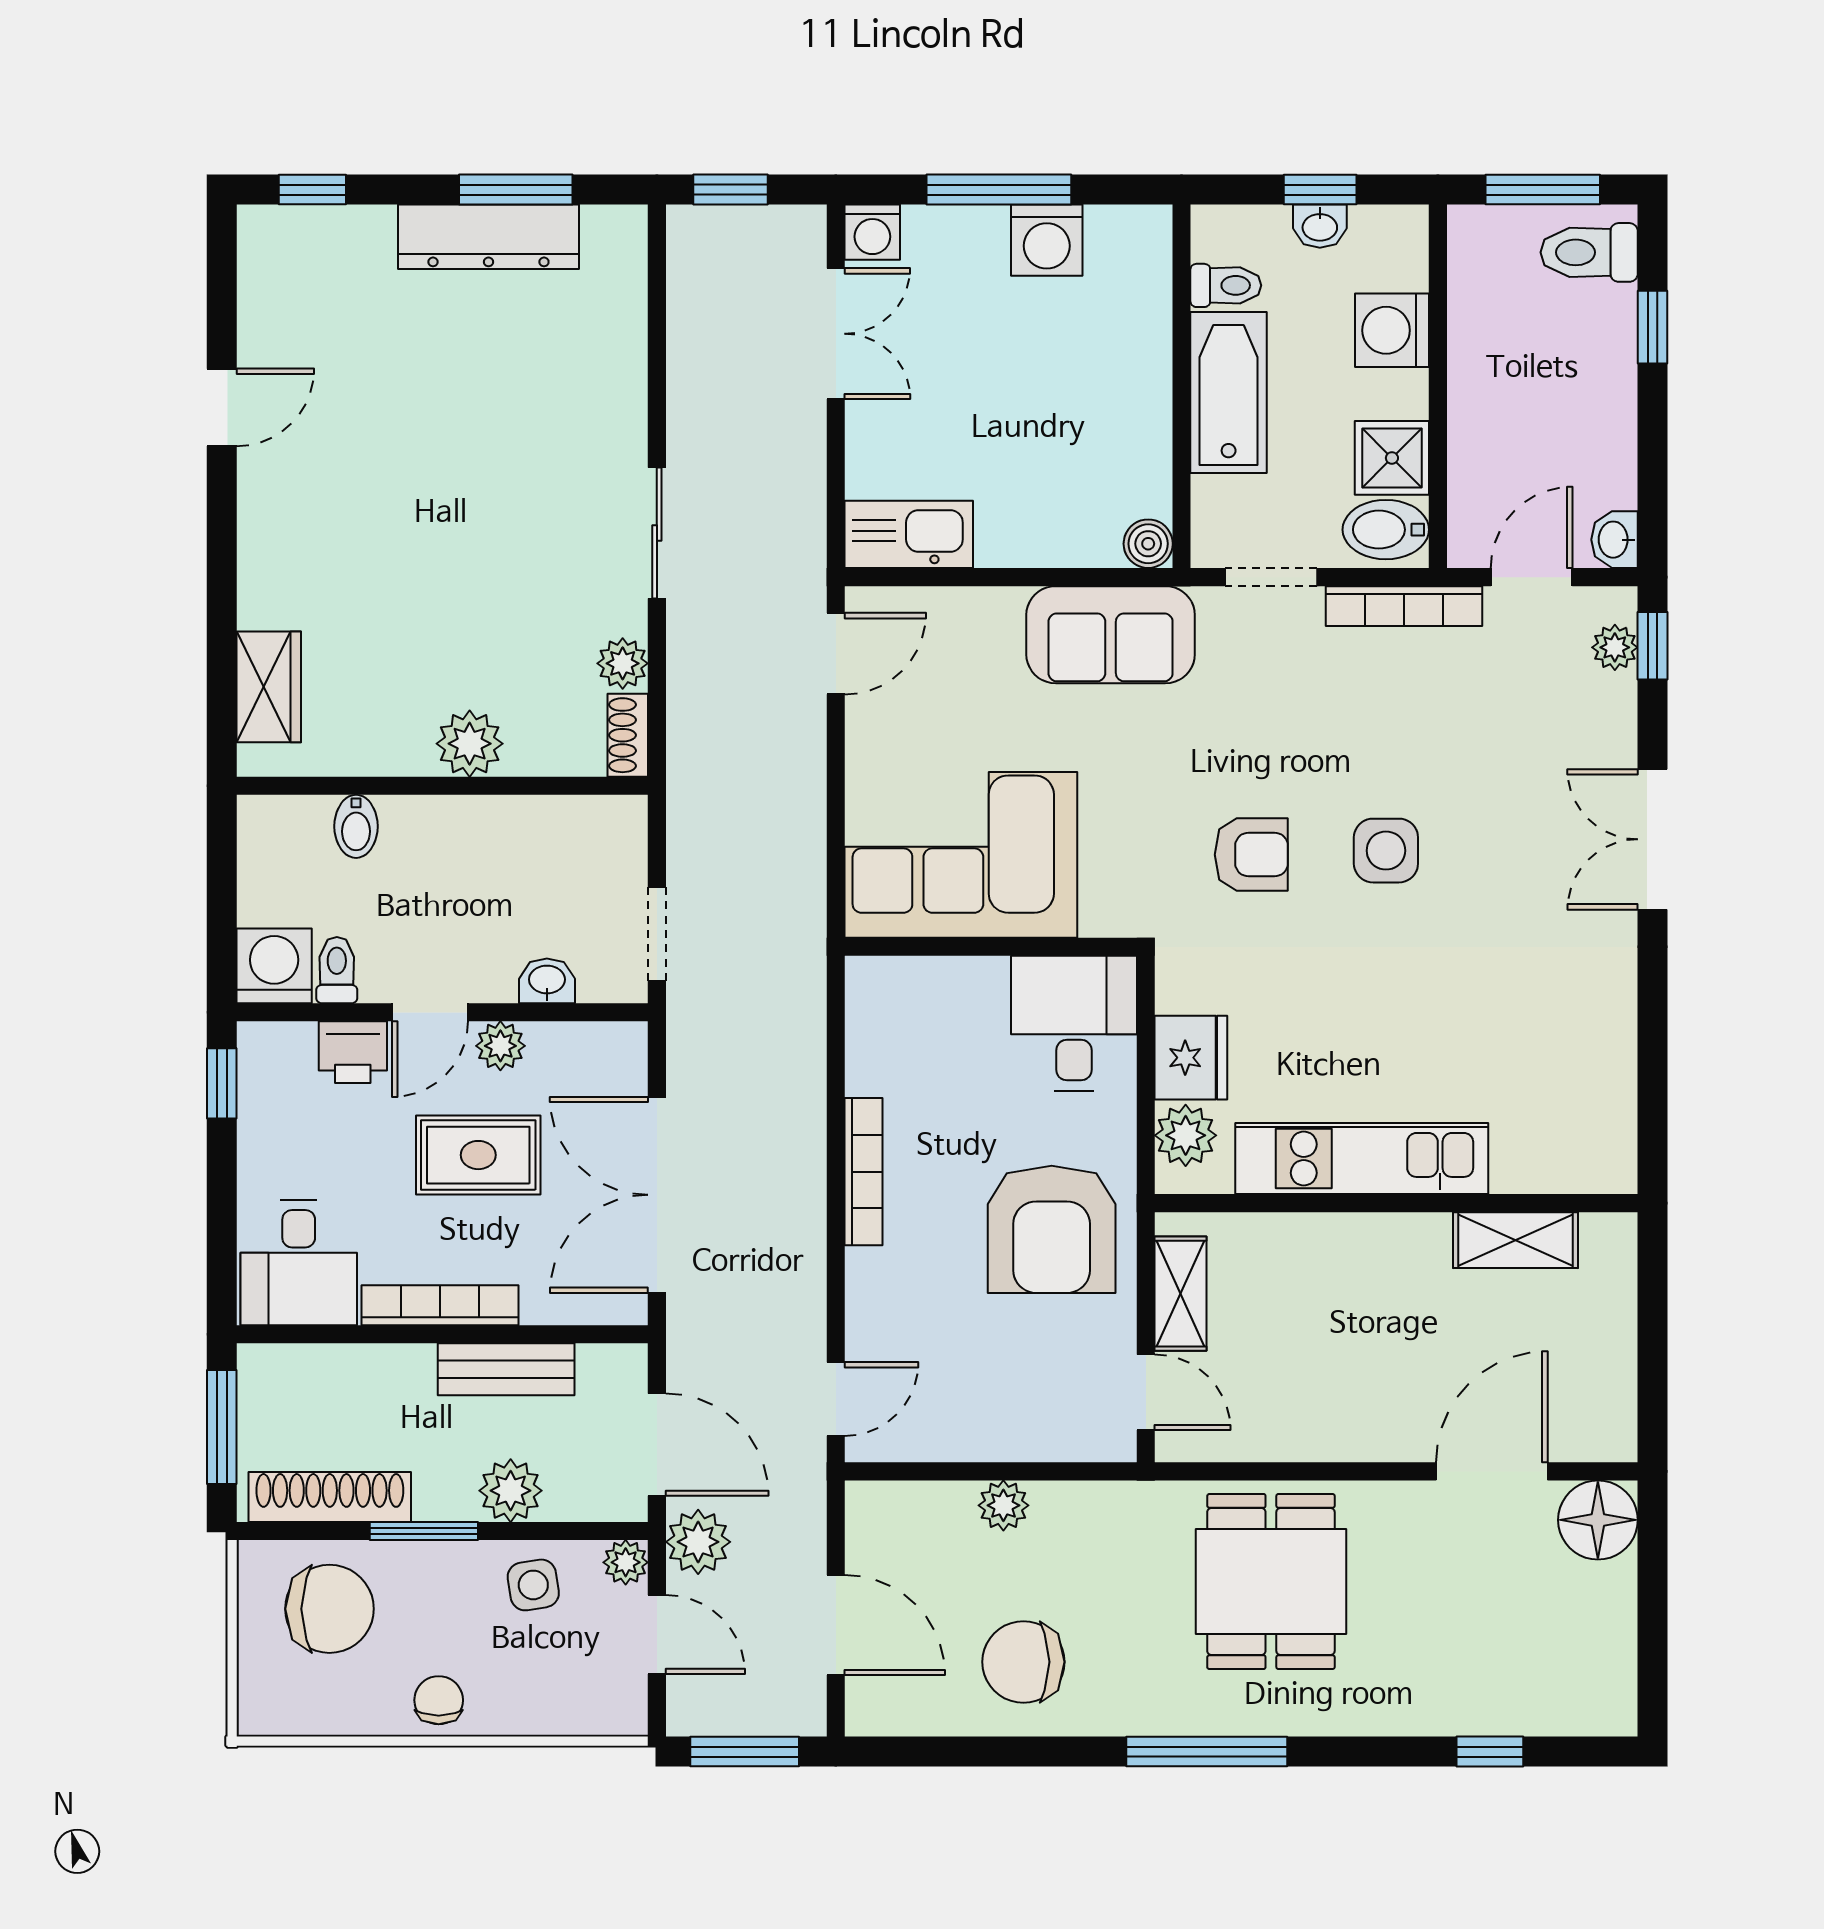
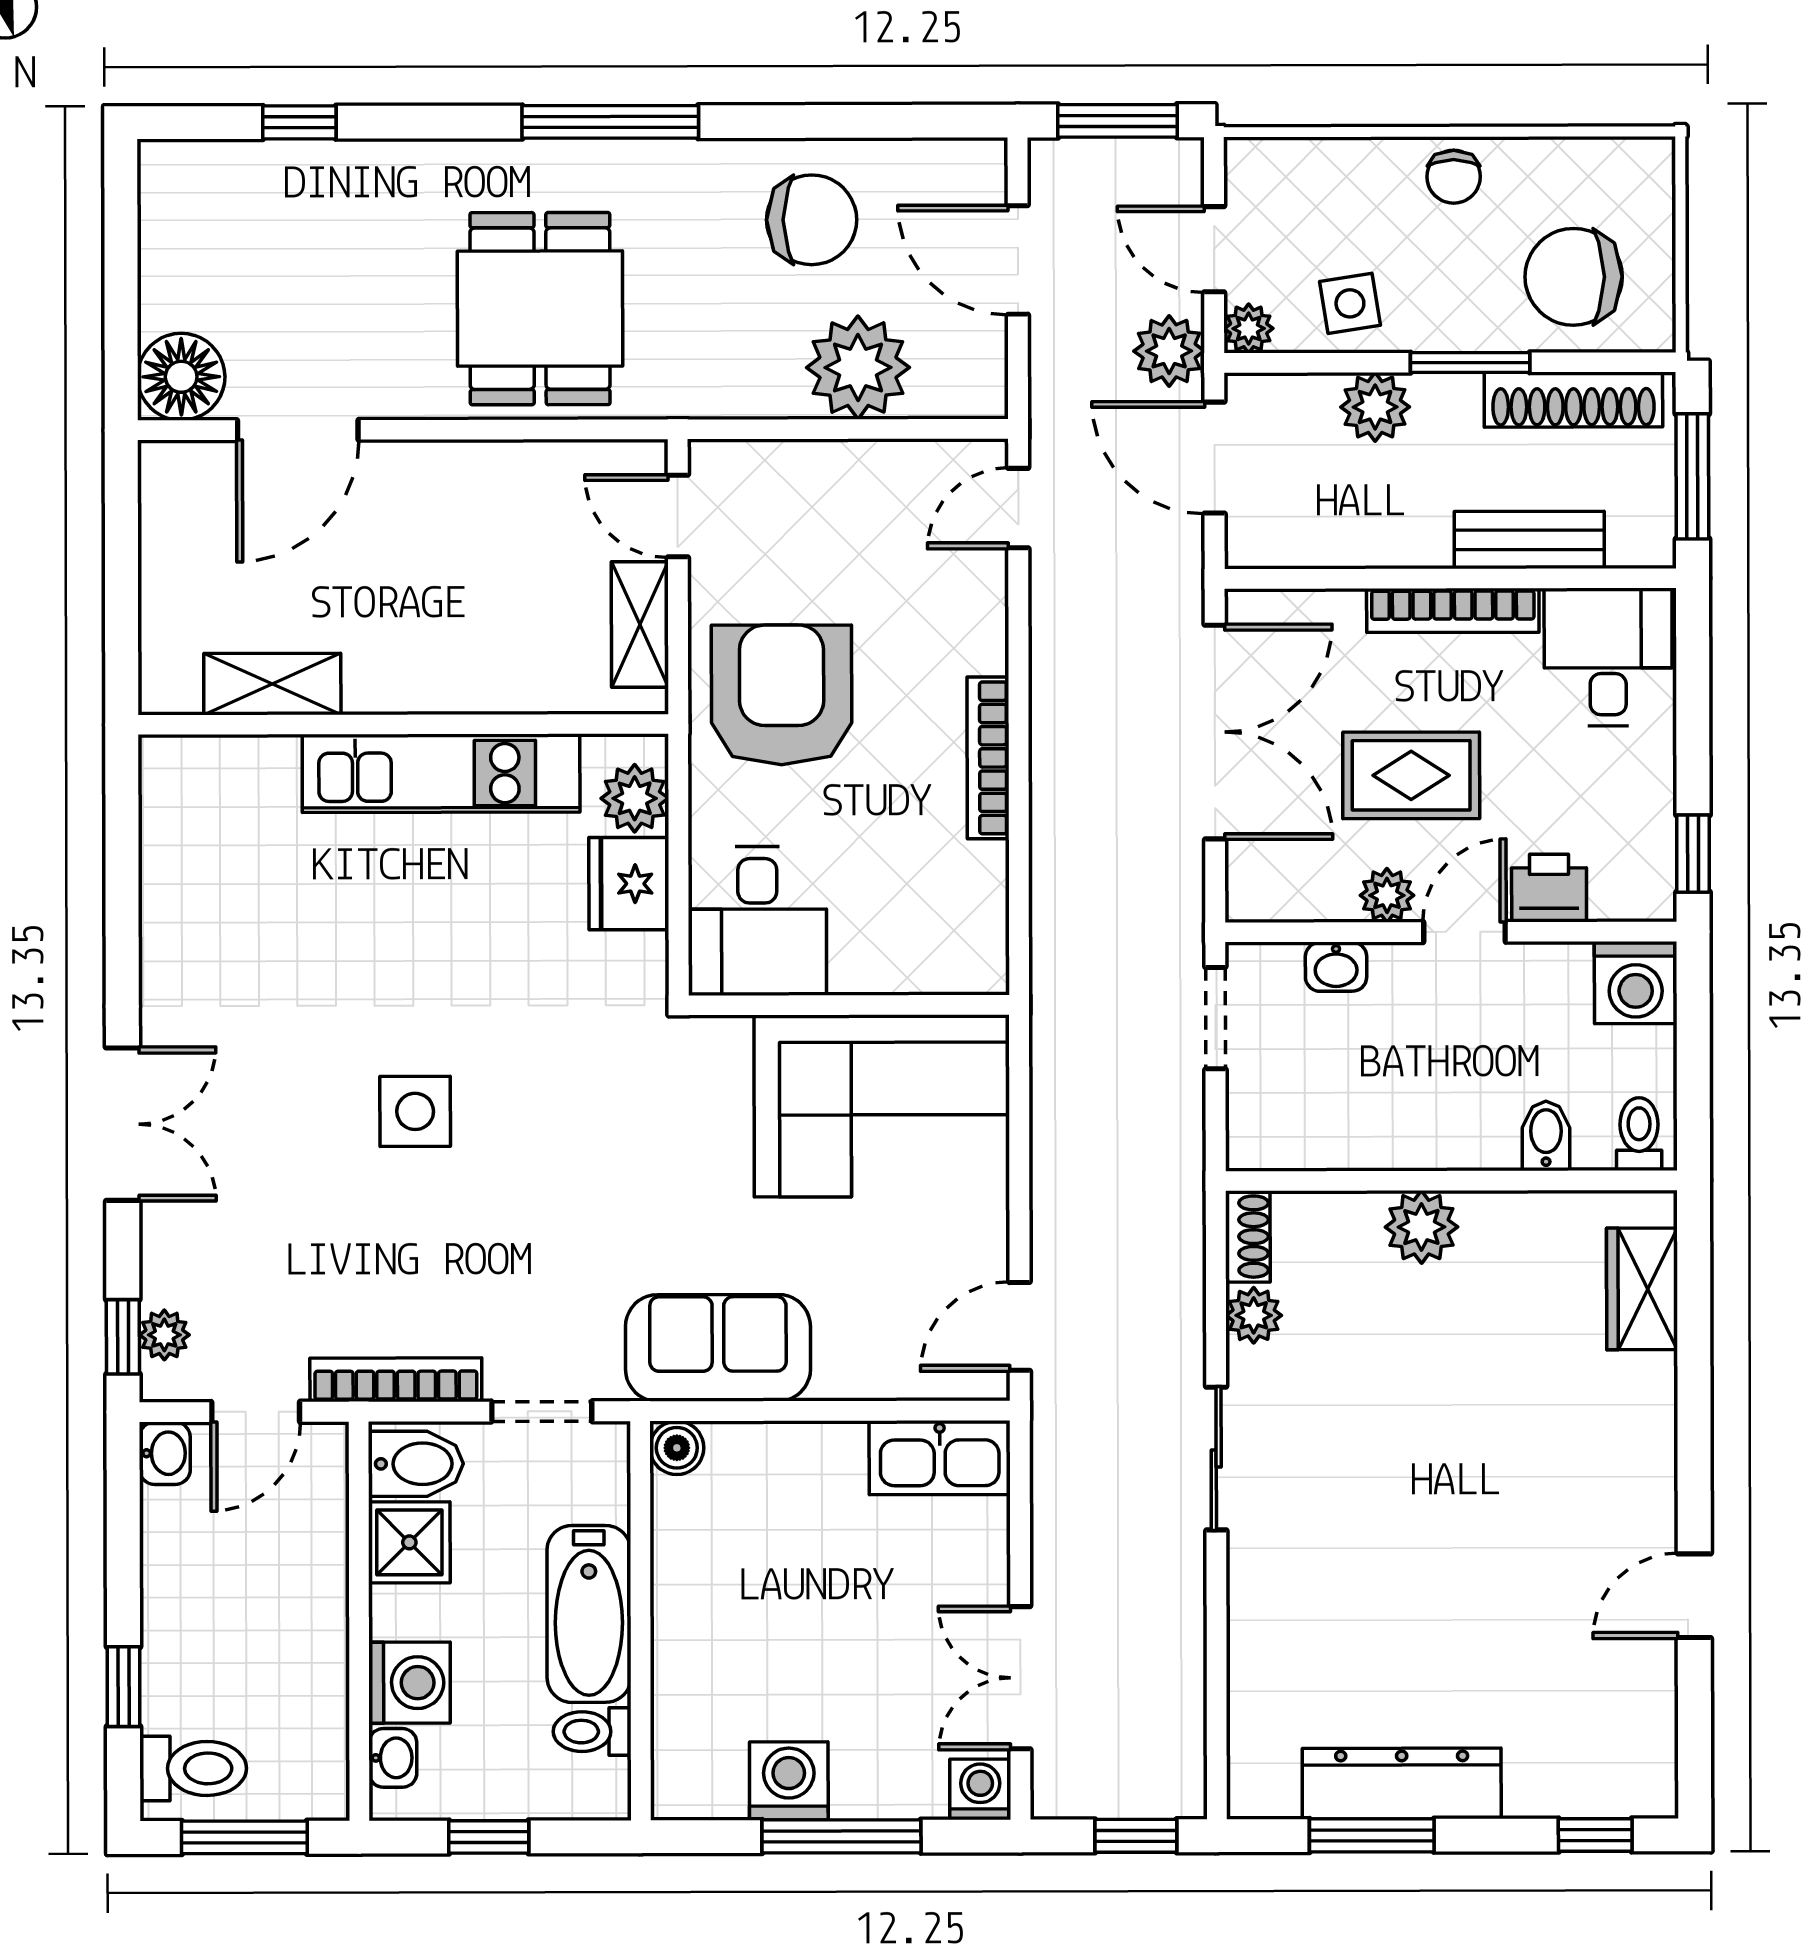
washbasin: (1320, 226) -> (393, 1758), moved, turned 90
armchair: (1251, 855) -> (563, 1107), removed
toilet: (337, 970) -> (1639, 1134), moved, turned 180
bench: (506, 1369) -> (1529, 540), moved
plant: (1003, 1505) -> (858, 368), width x1.87, depth x1.87

